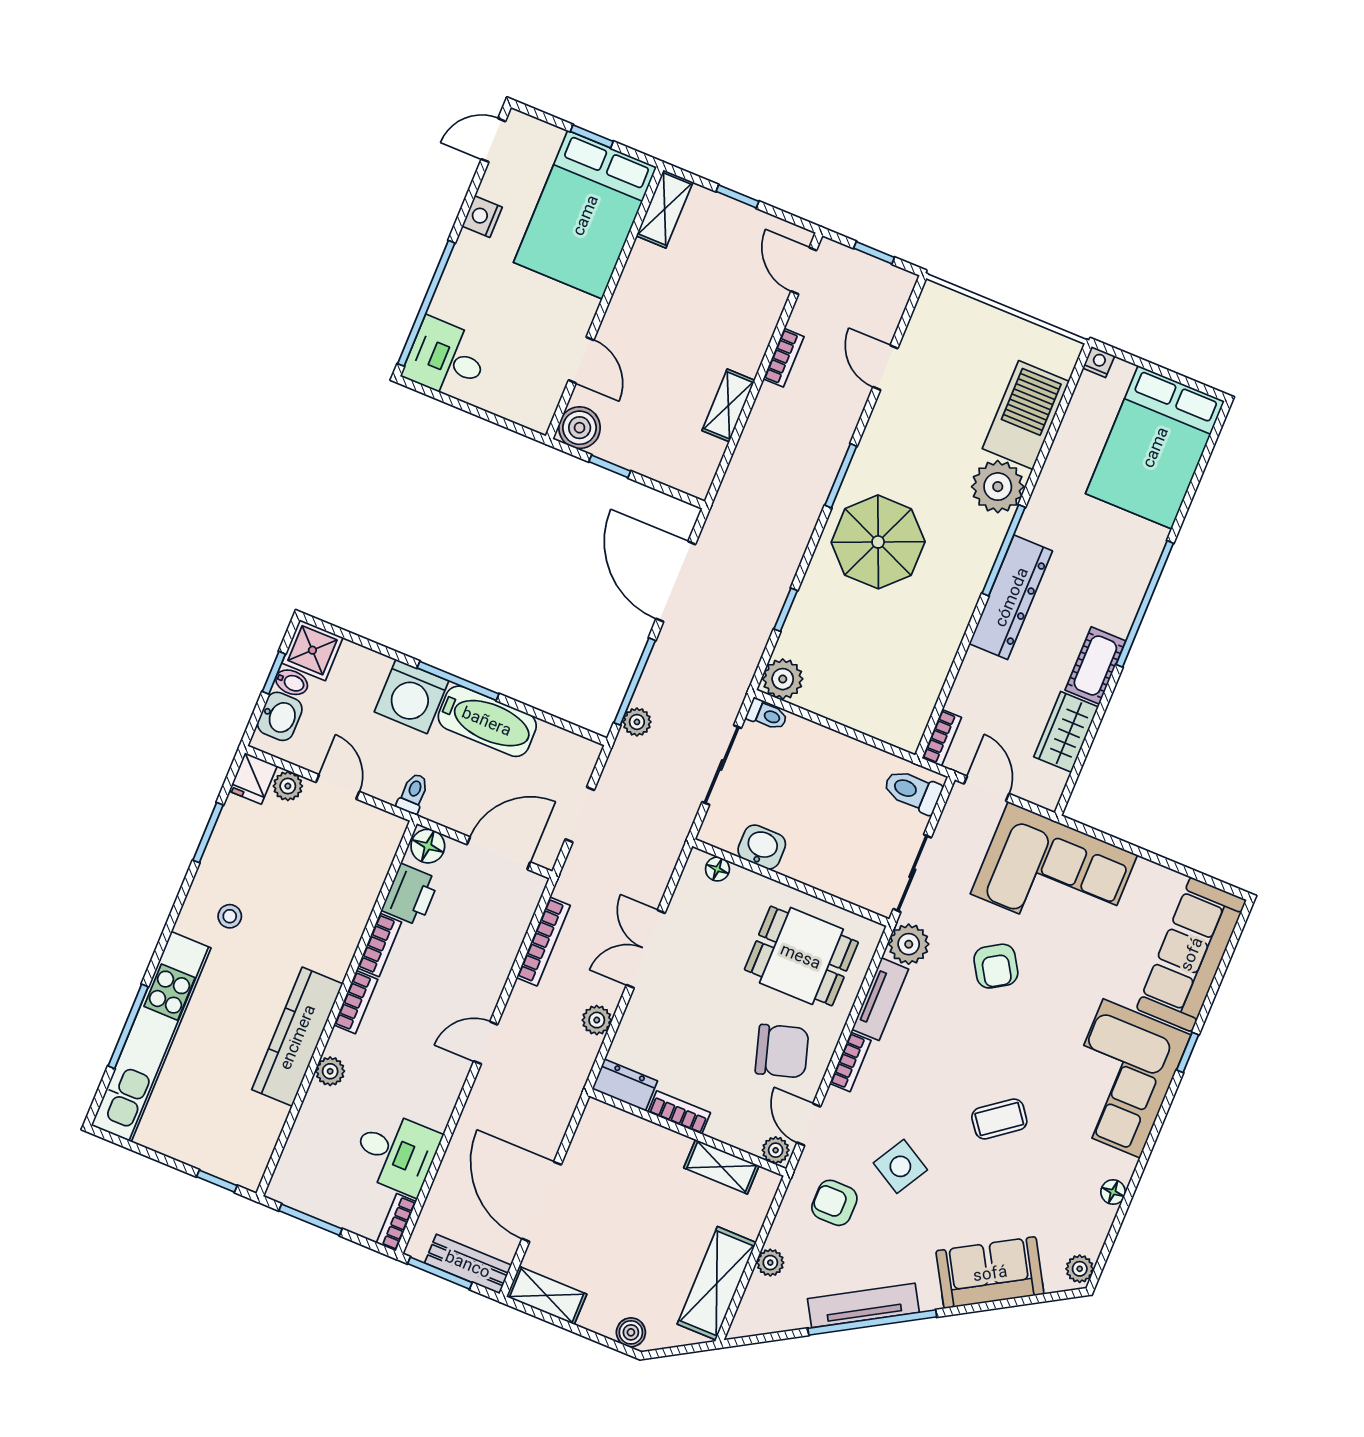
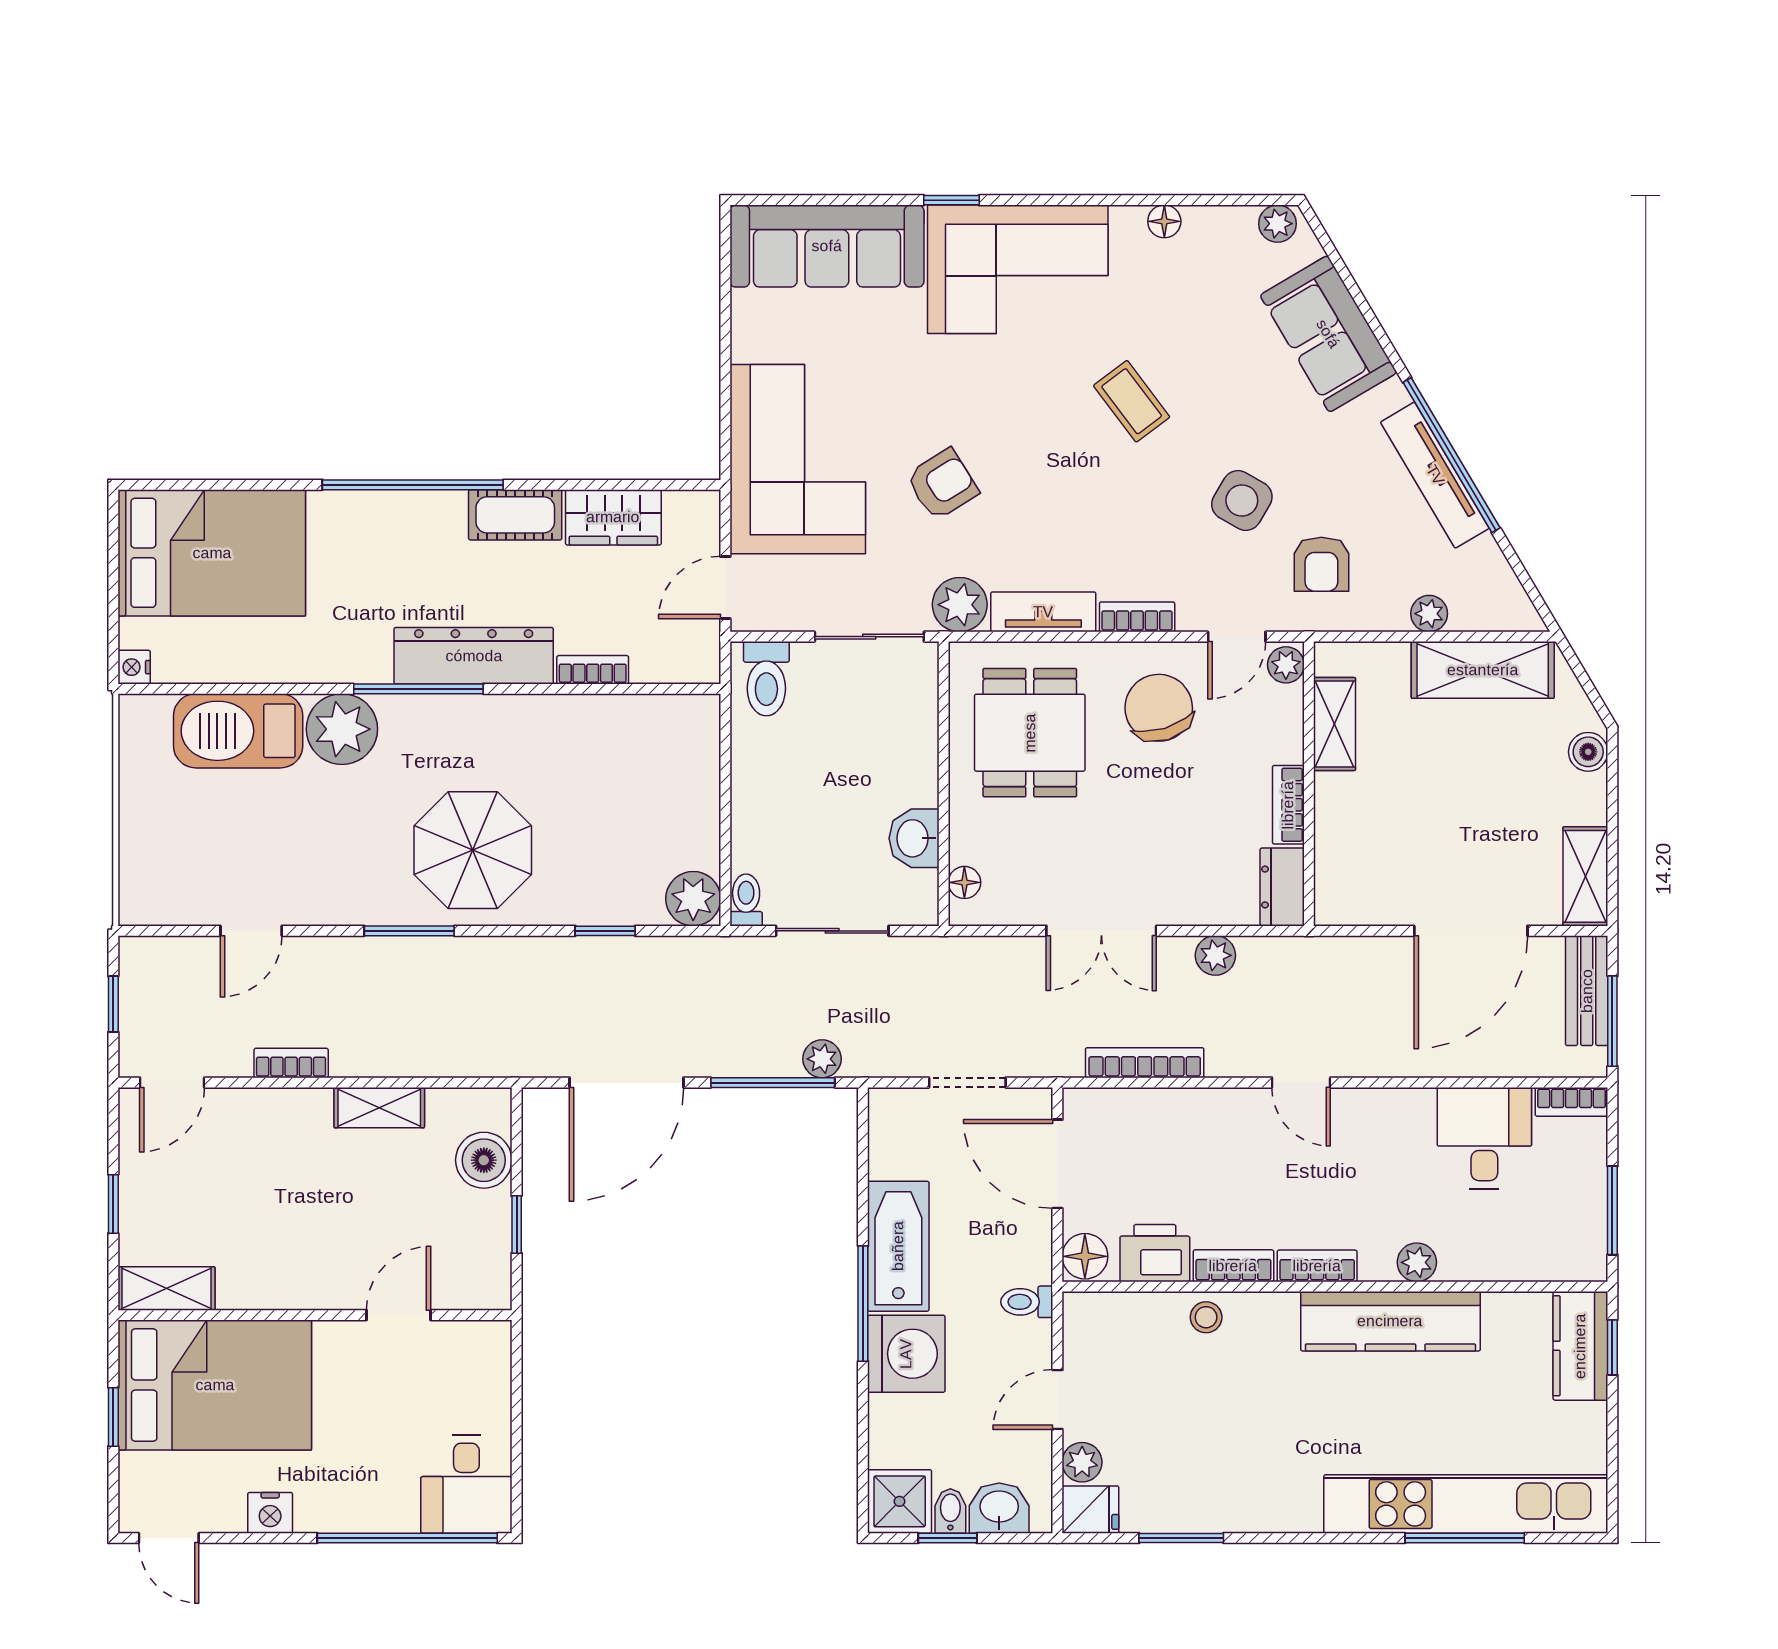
boiler: (580, 428) -> (484, 1160), moved
bookcase: (942, 738) -> (593, 670), moved
stool: (230, 916) -> (1206, 1317), moved
kitchen counter: (227, 1160) -> (1580, 1346), added

